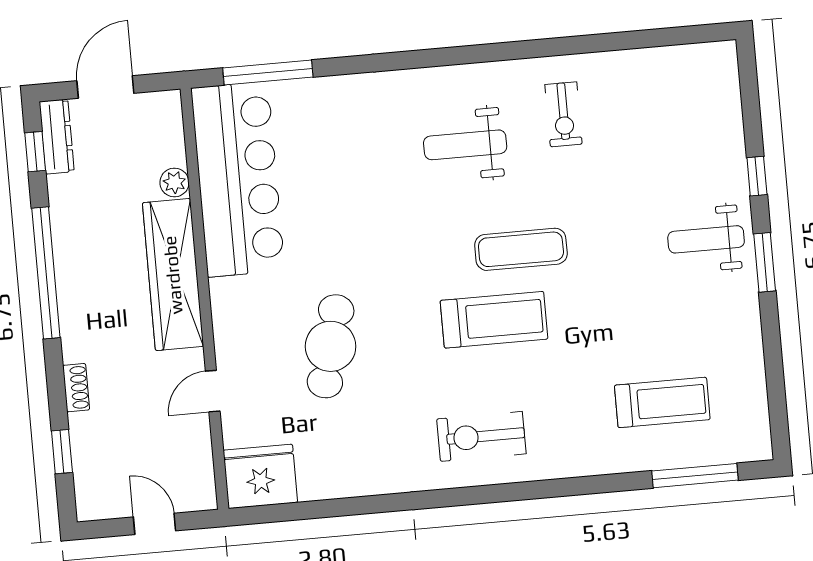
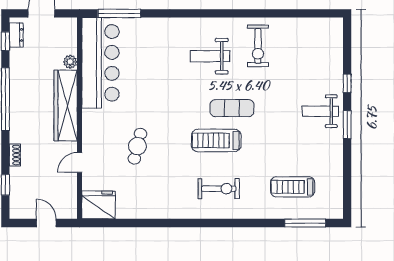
exercise bike: (564, 114) -> (258, 46), width x1.38, depth x1.39
dresser: (57, 137) -> (16, 35), width x0.70
treadmill: (494, 320) -> (216, 140), turned 180
cafe table: (331, 346) -> (137, 146), width x0.73, depth x0.74
treadmill: (662, 402) -> (293, 187), turned 180
exercise bike: (481, 436) -> (219, 189), moved, turned 180

